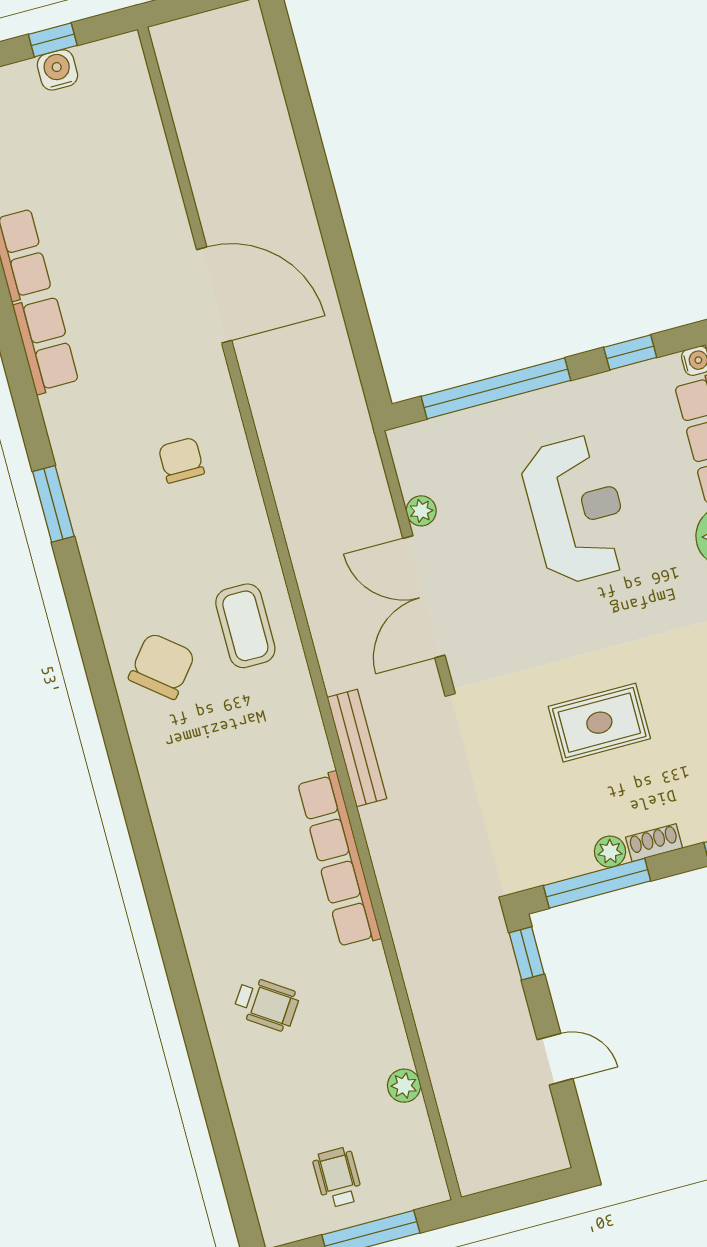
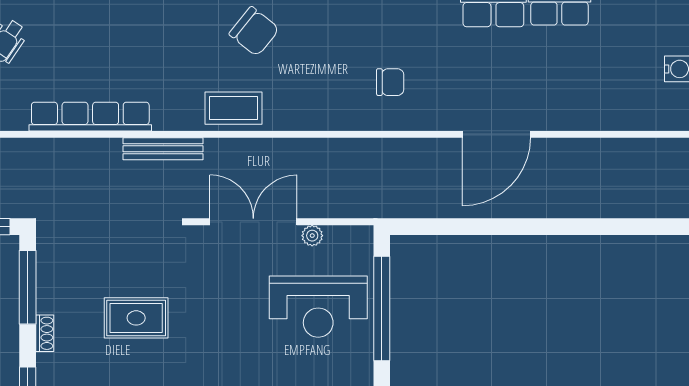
reception desk: (576, 510) -> (318, 307), moved
coffee table: (245, 626) -> (234, 108), moved
rug: (599, 723) -> (136, 318), turned 90
plant: (610, 852) -> (47, 302), removed

